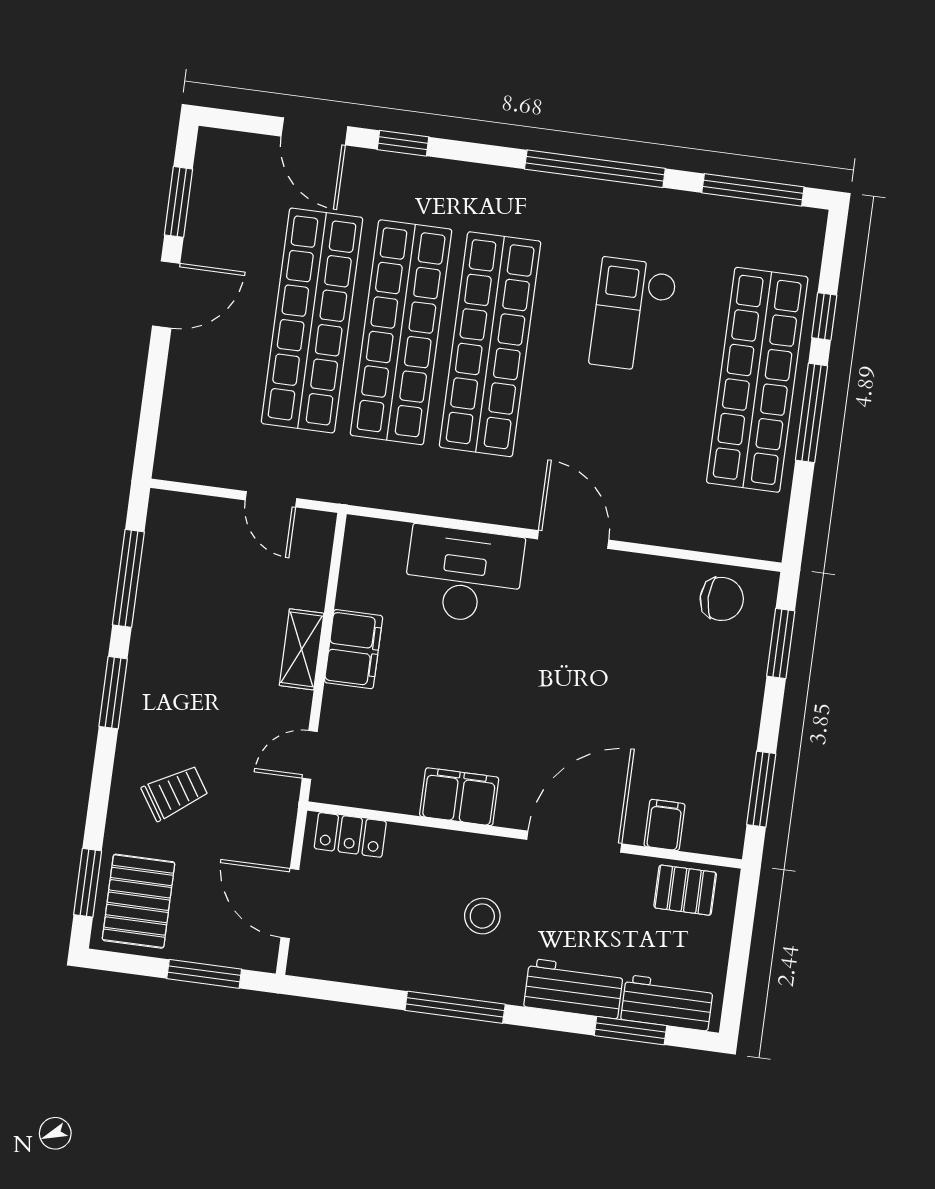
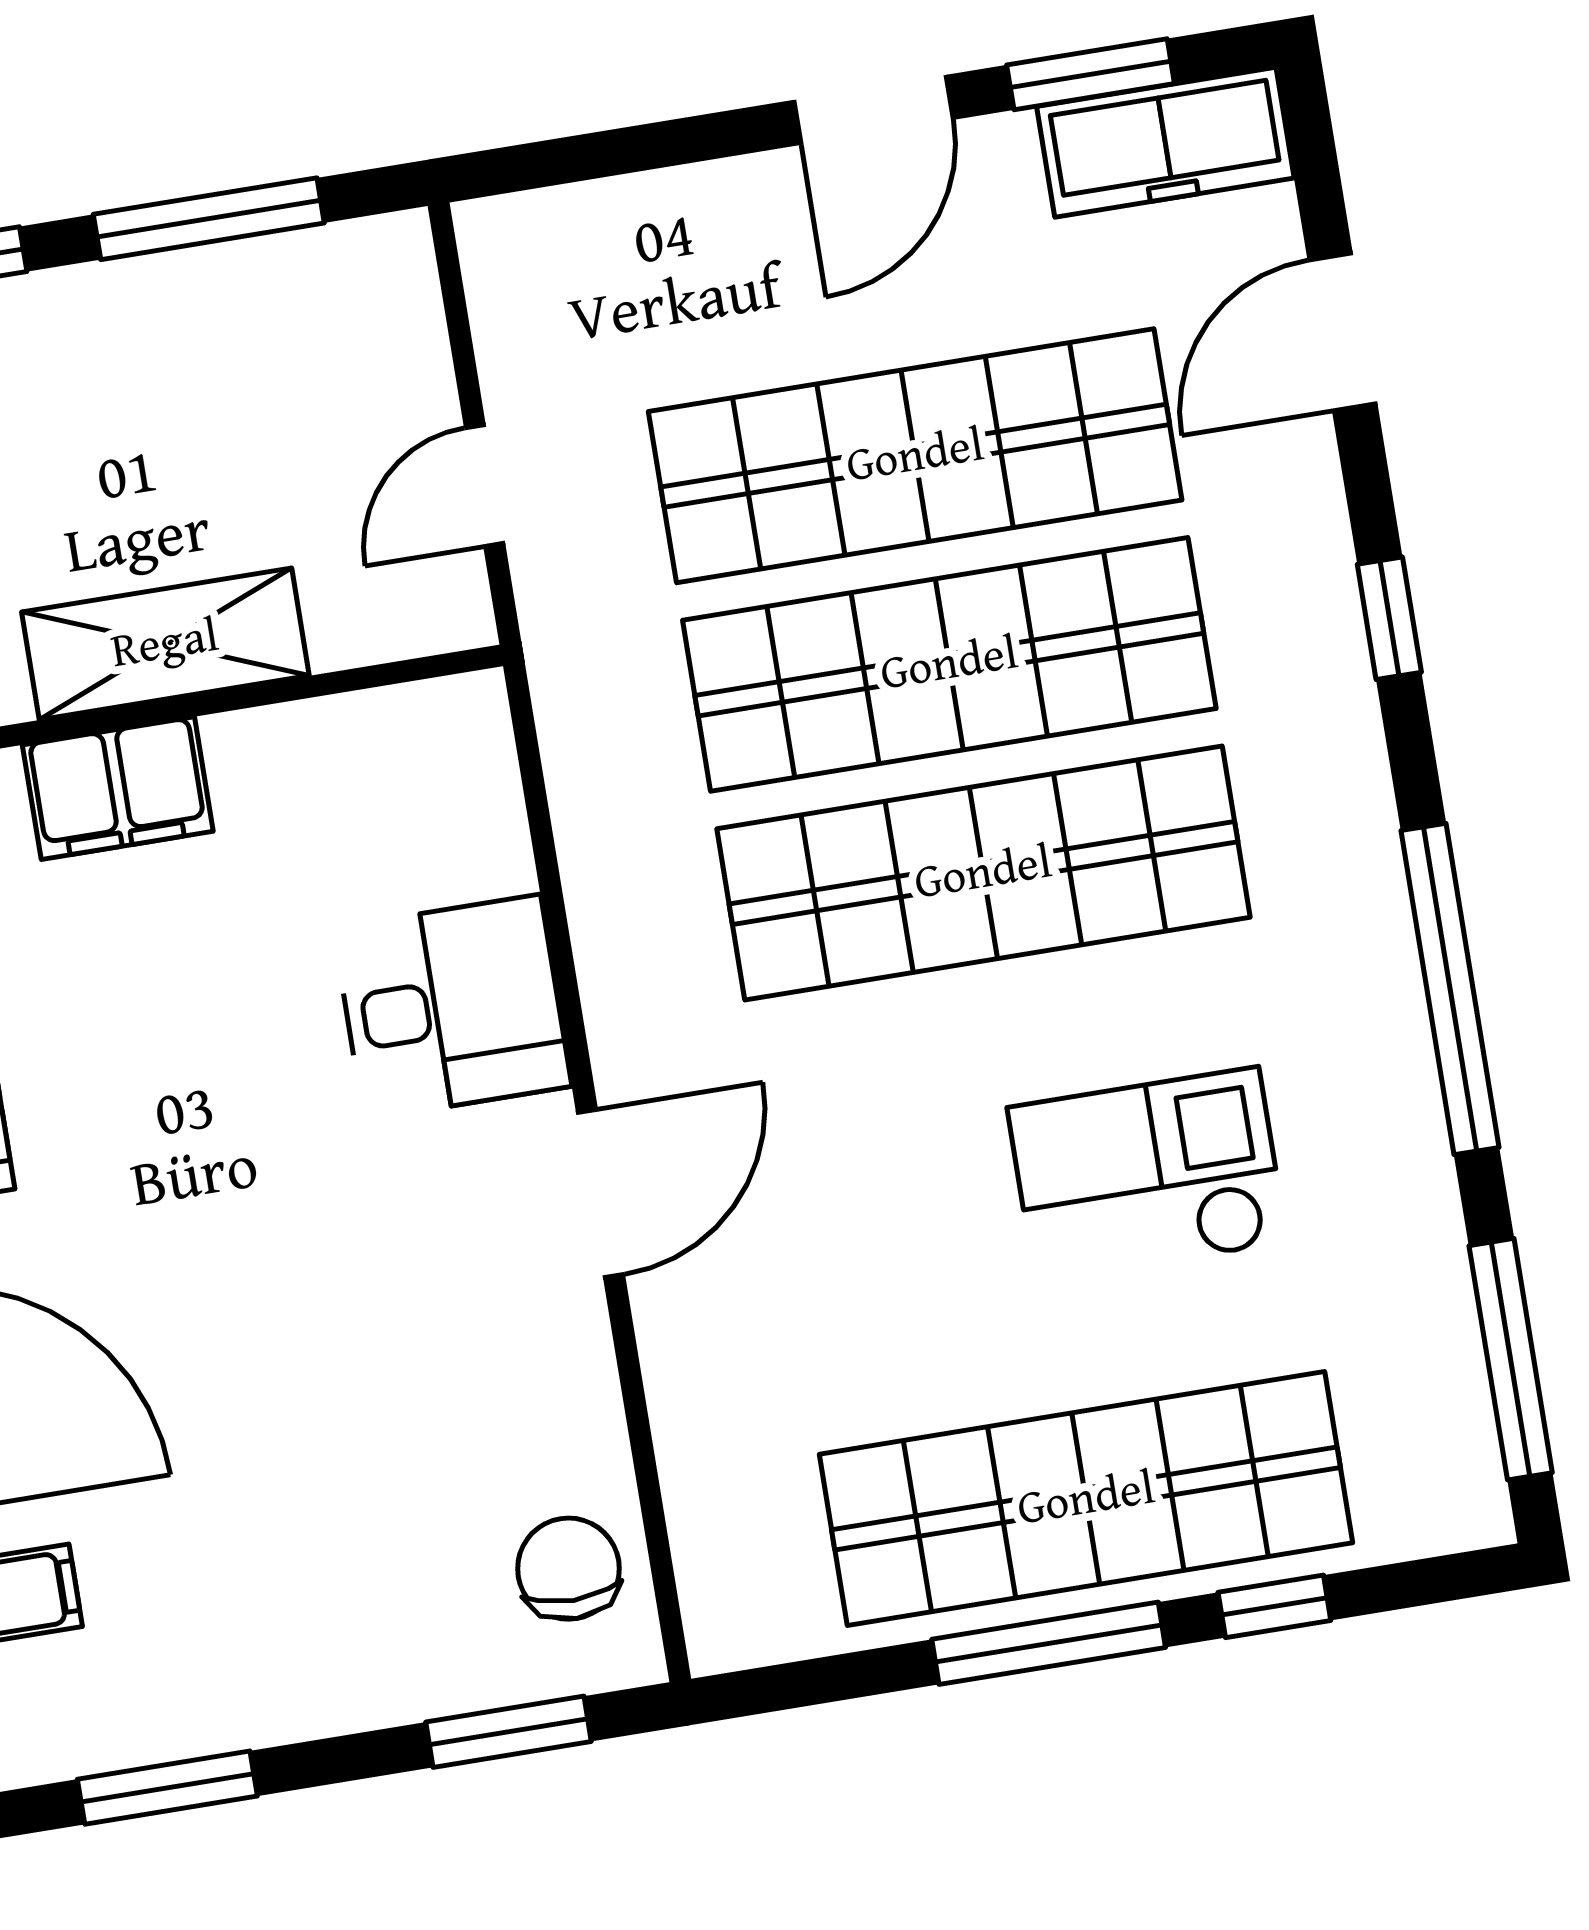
window: (403, 143) -> (1389, 618), moved
freezer: (215, 180) -> (1165, 142), added
door: (166, 295) -> (873, 110), hinge flipped
desk: (464, 575) -> (452, 1007), width x0.73
chair: (722, 599) -> (568, 1569), turned 180
shelving: (302, 649) -> (165, 644), width x1.50, depth x1.33
filing cabinet: (354, 649) -> (118, 788), moved

